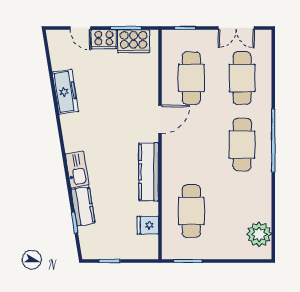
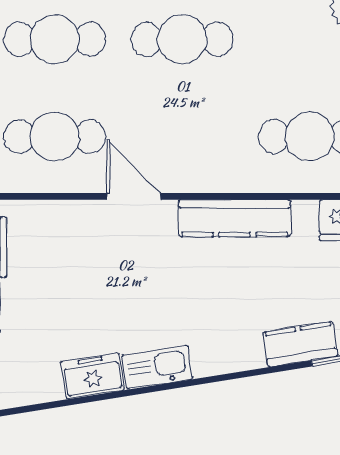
freezer: (65, 92) -> (92, 376), width x0.71
kitchen sink: (77, 170) -> (157, 367), moved

